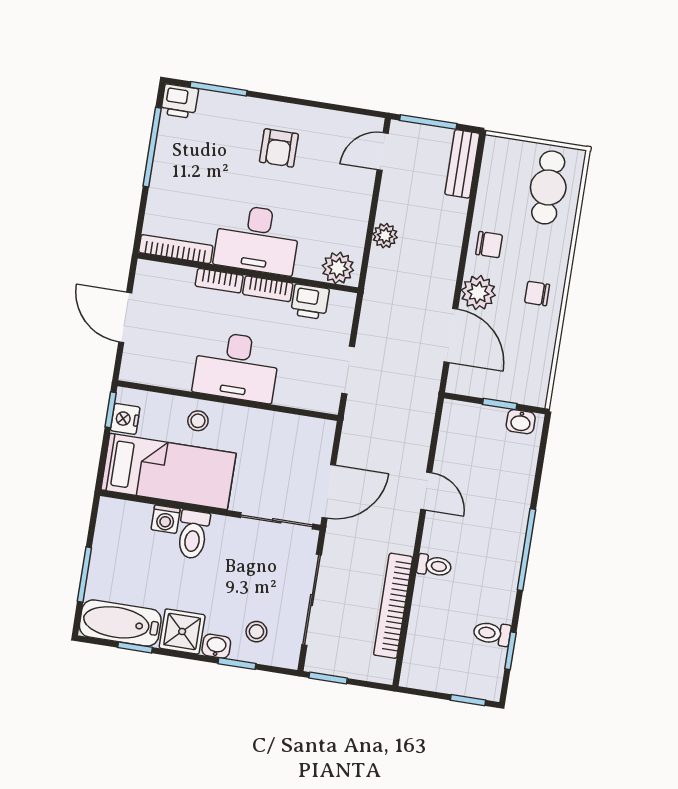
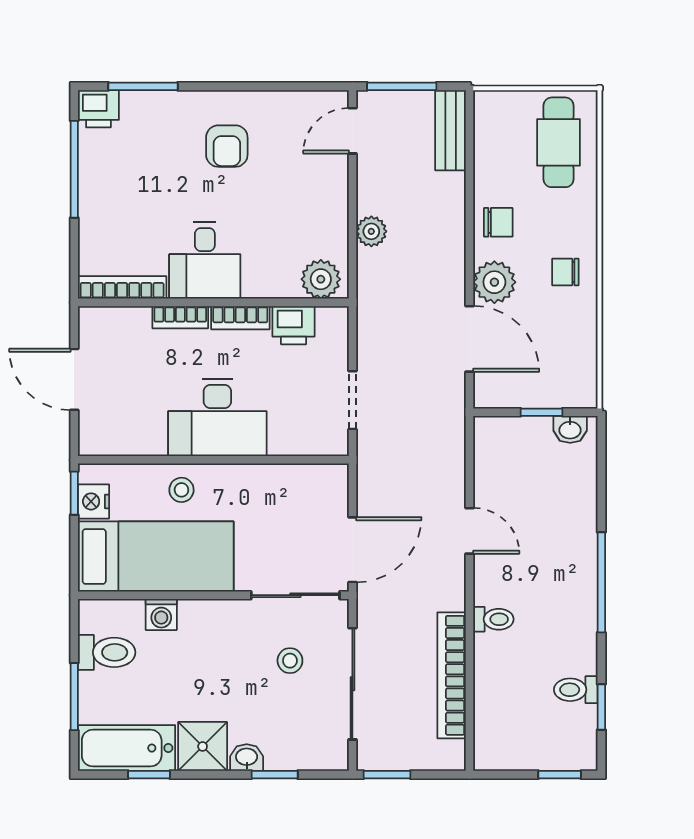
desk: (257, 239) -> (205, 260), width x0.73
toilet: (193, 535) -> (107, 652), moved, turned -90
stool: (256, 632) -> (290, 661), moved

